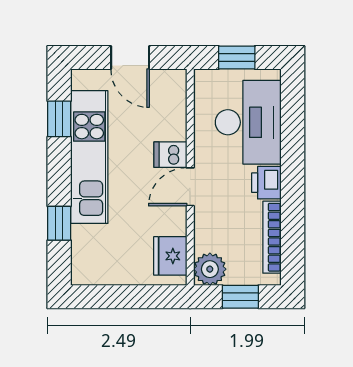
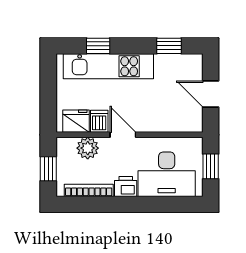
door: (130, 58) -> (211, 94), hinge flipped
dishwasher: (170, 155) -> (99, 121), moved
kitchen unit: (89, 157) -> (108, 66), moved
plant: (210, 269) -> (88, 148), moved

